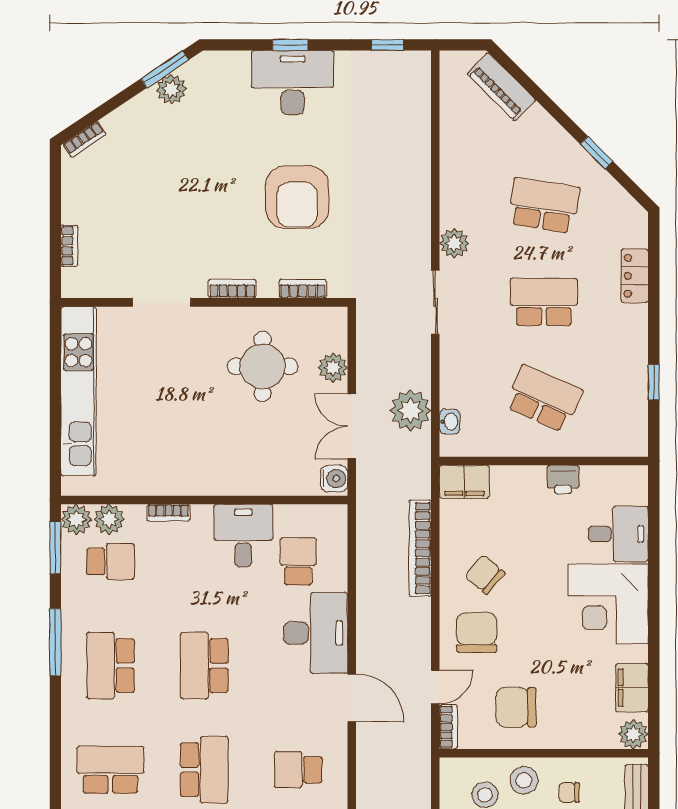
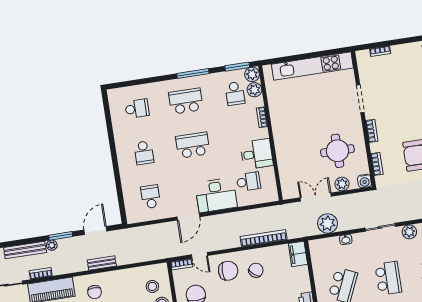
washbasin: (450, 422) -> (346, 239), moved
water cooler: (334, 478) -> (364, 181), moved
school desk: (110, 770) -> (137, 109), width x0.54
school desk: (204, 770) -> (144, 153), width x0.54

